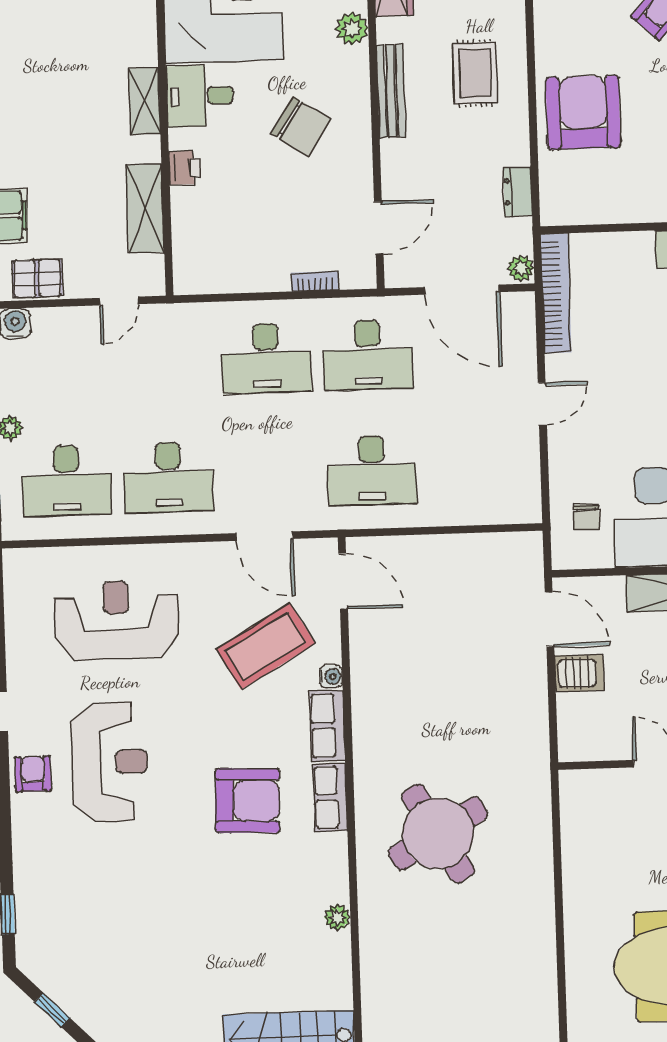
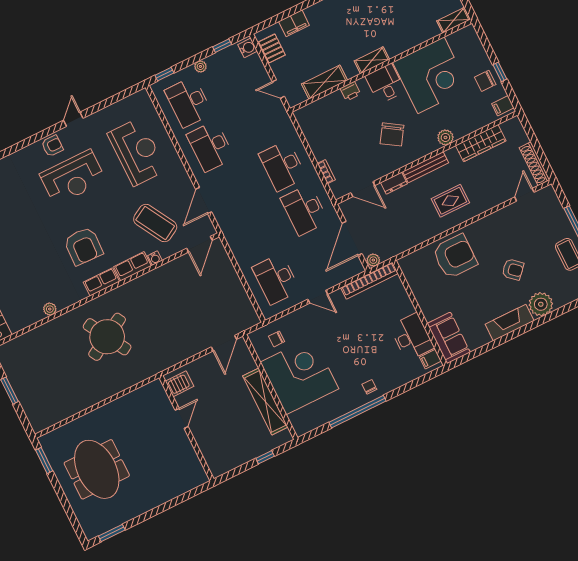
dresser: (518, 192) -> (394, 183), moved, turned 180
desk: (372, 470) -> (276, 279), moved
server rack: (579, 673) -> (180, 384), moved, turned -90

